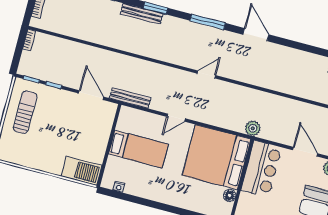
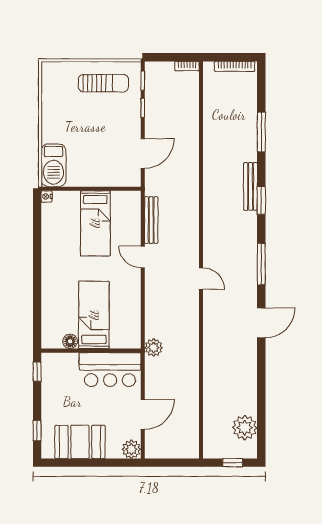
bench: (130, 98) -> (151, 220), moved
bed: (216, 157) -> (94, 315), width x0.49
nightstand: (119, 187) -> (47, 196), moved

